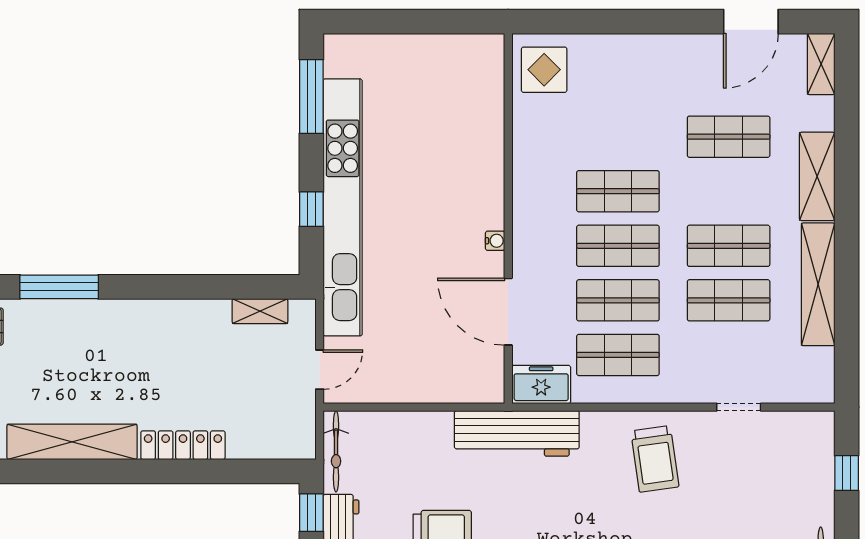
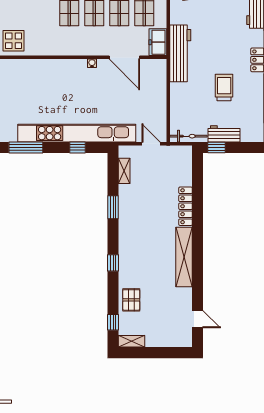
window: (59, 287) -> (113, 263), width x0.46
window: (181, 287) -> (113, 207), added
door: (508, 312) -> (124, 57), hinge flipped

